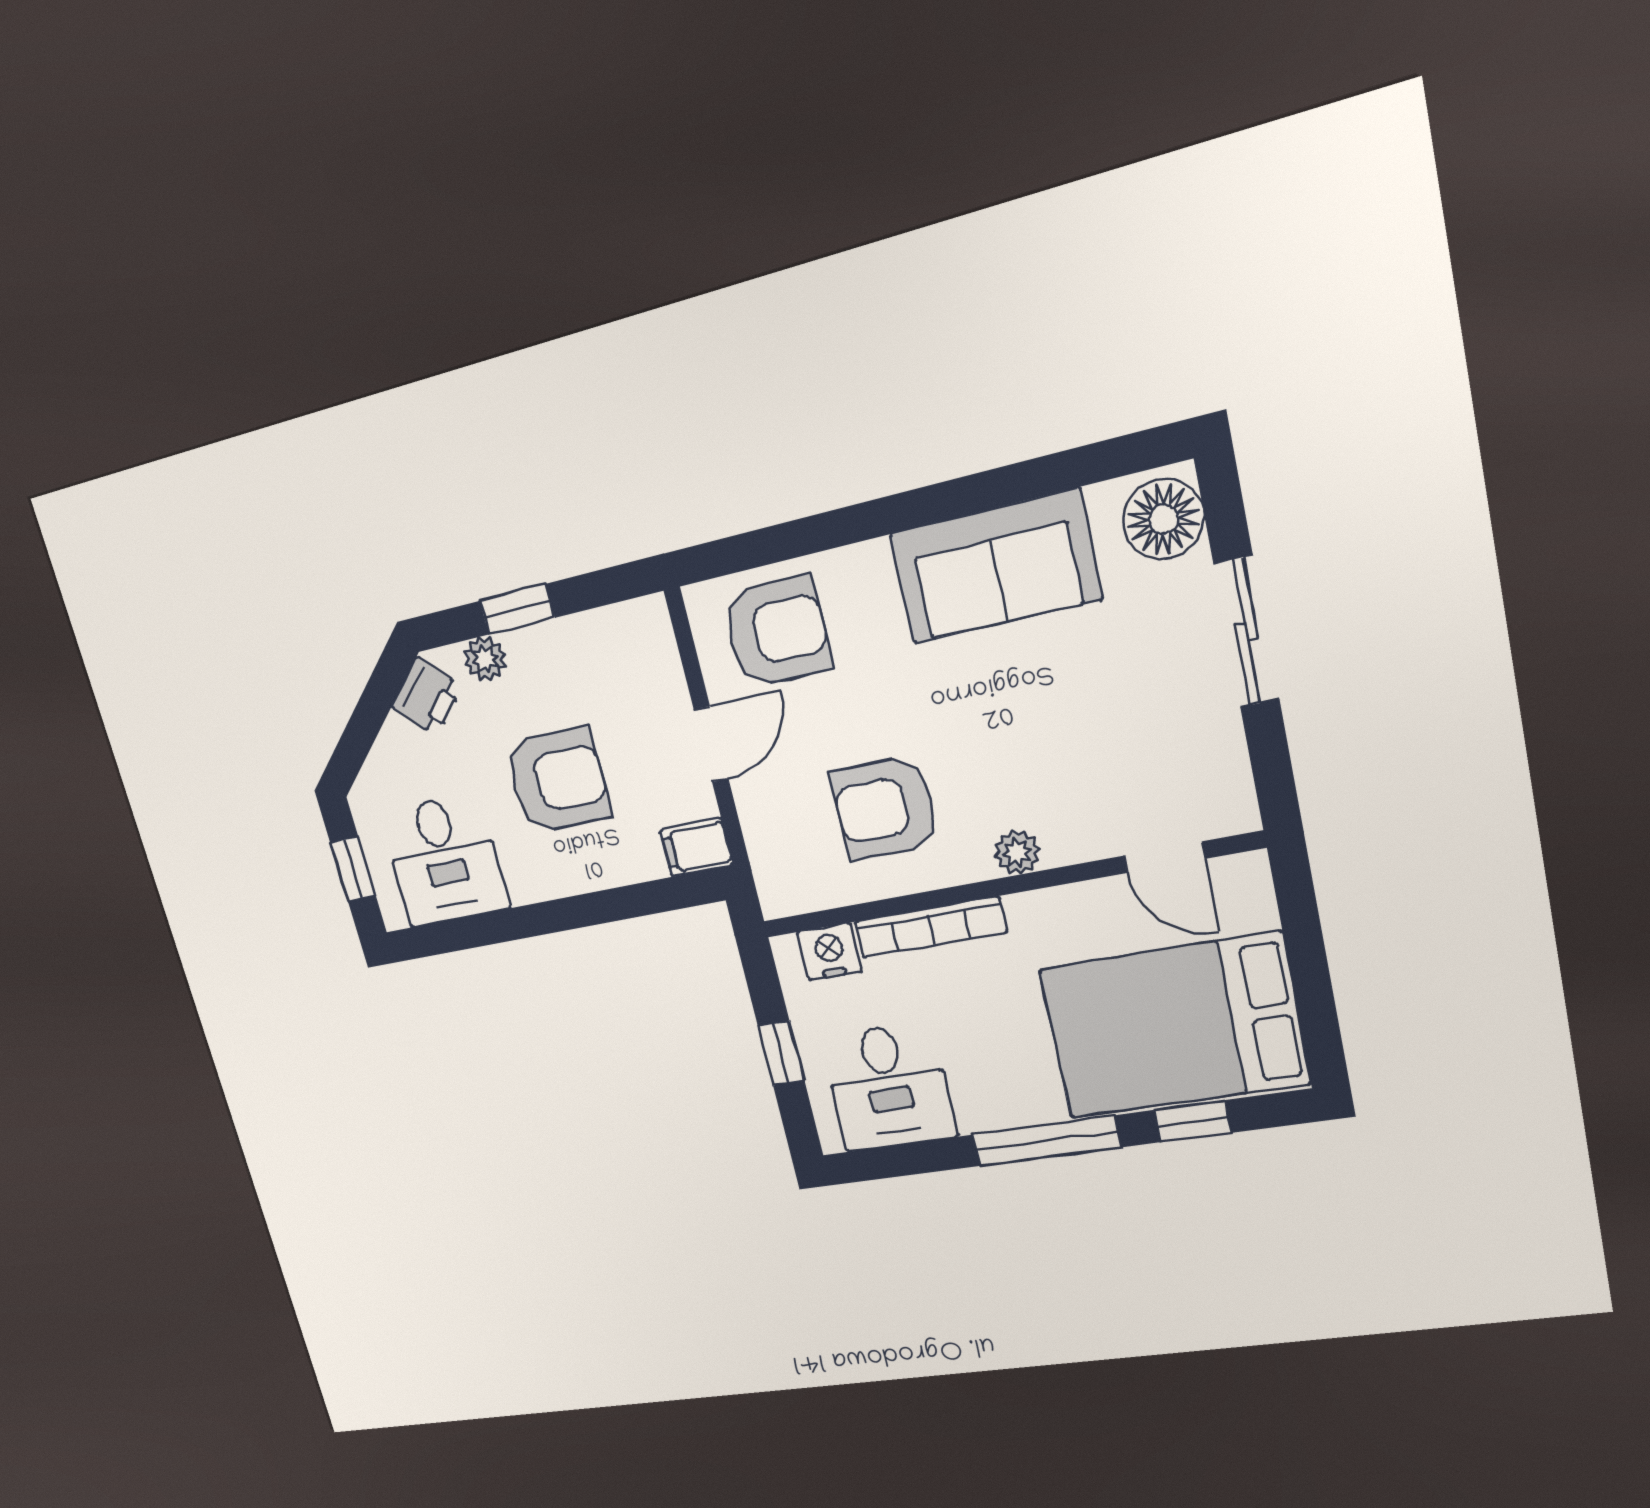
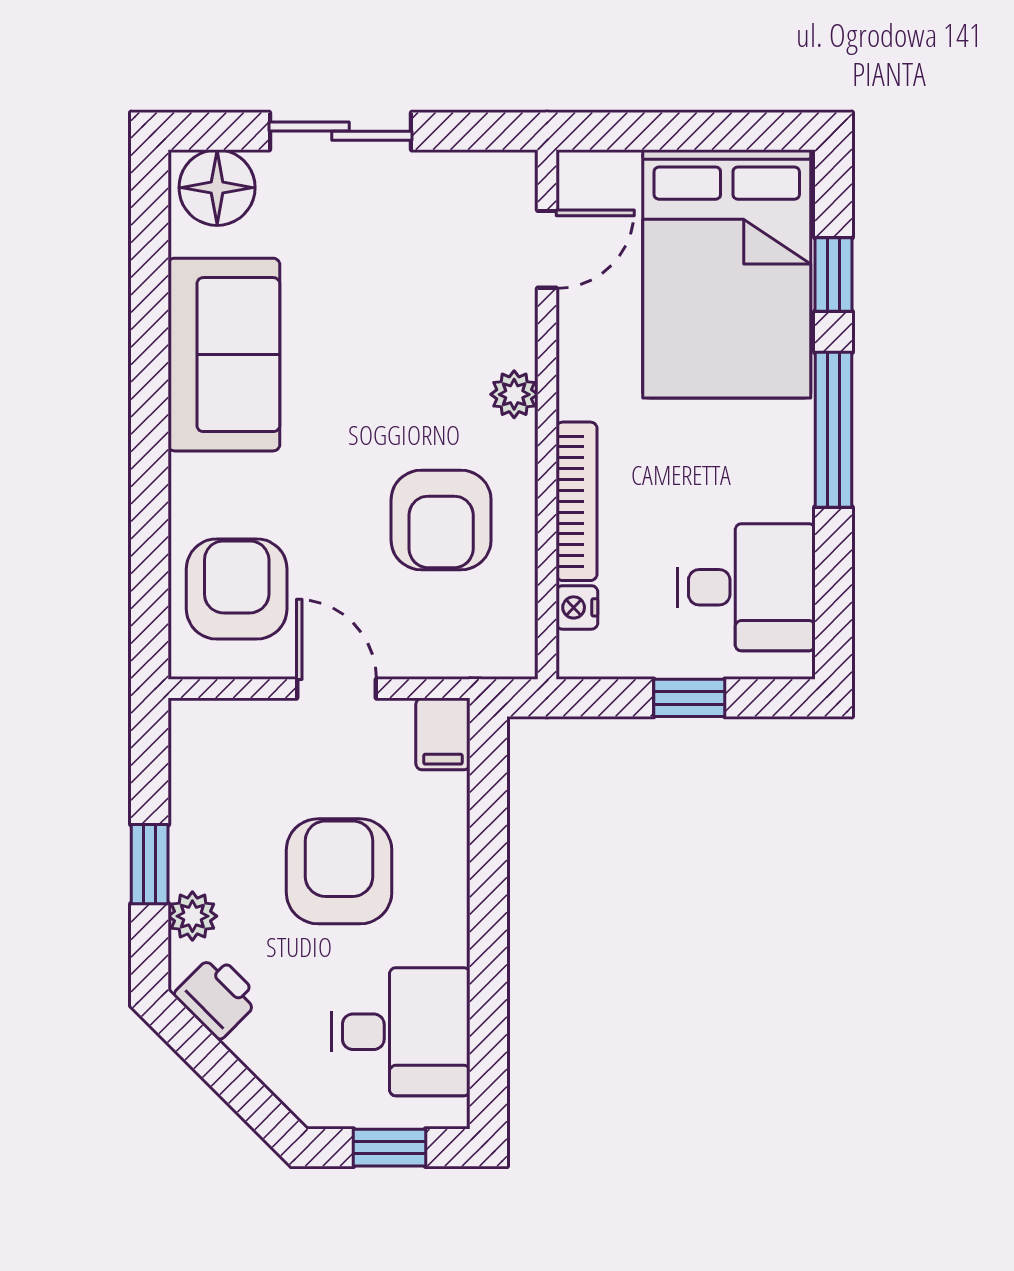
nightstand: (829, 952) -> (577, 607), width x0.72, depth x0.74

